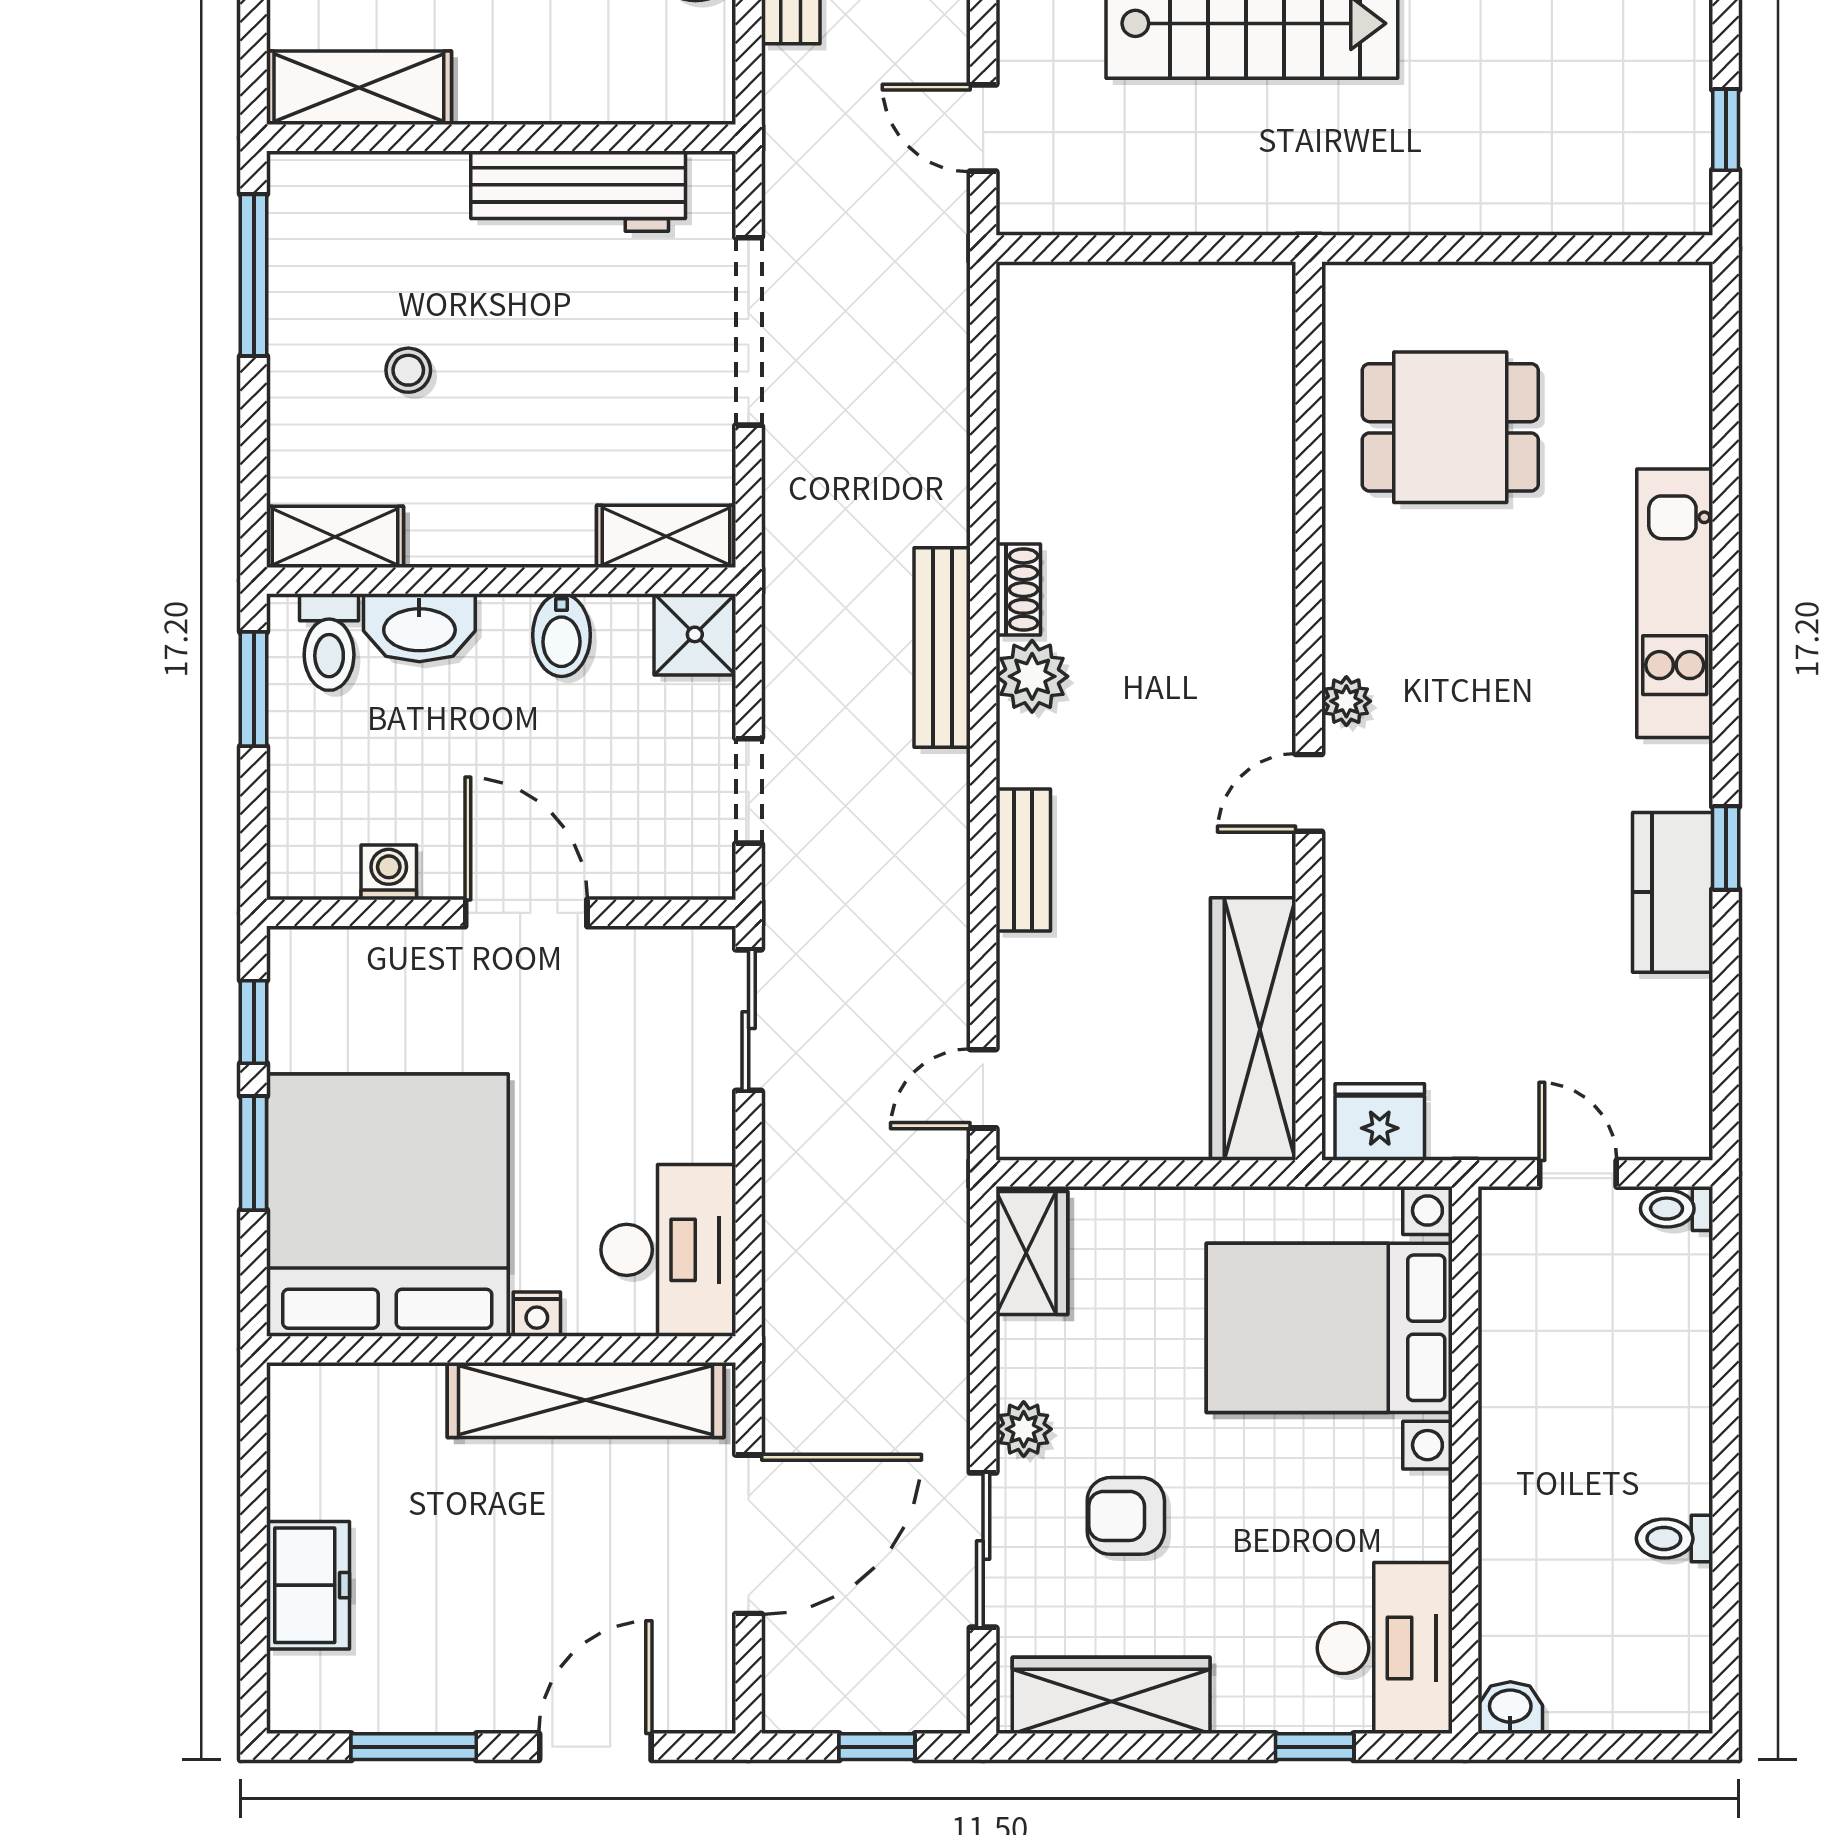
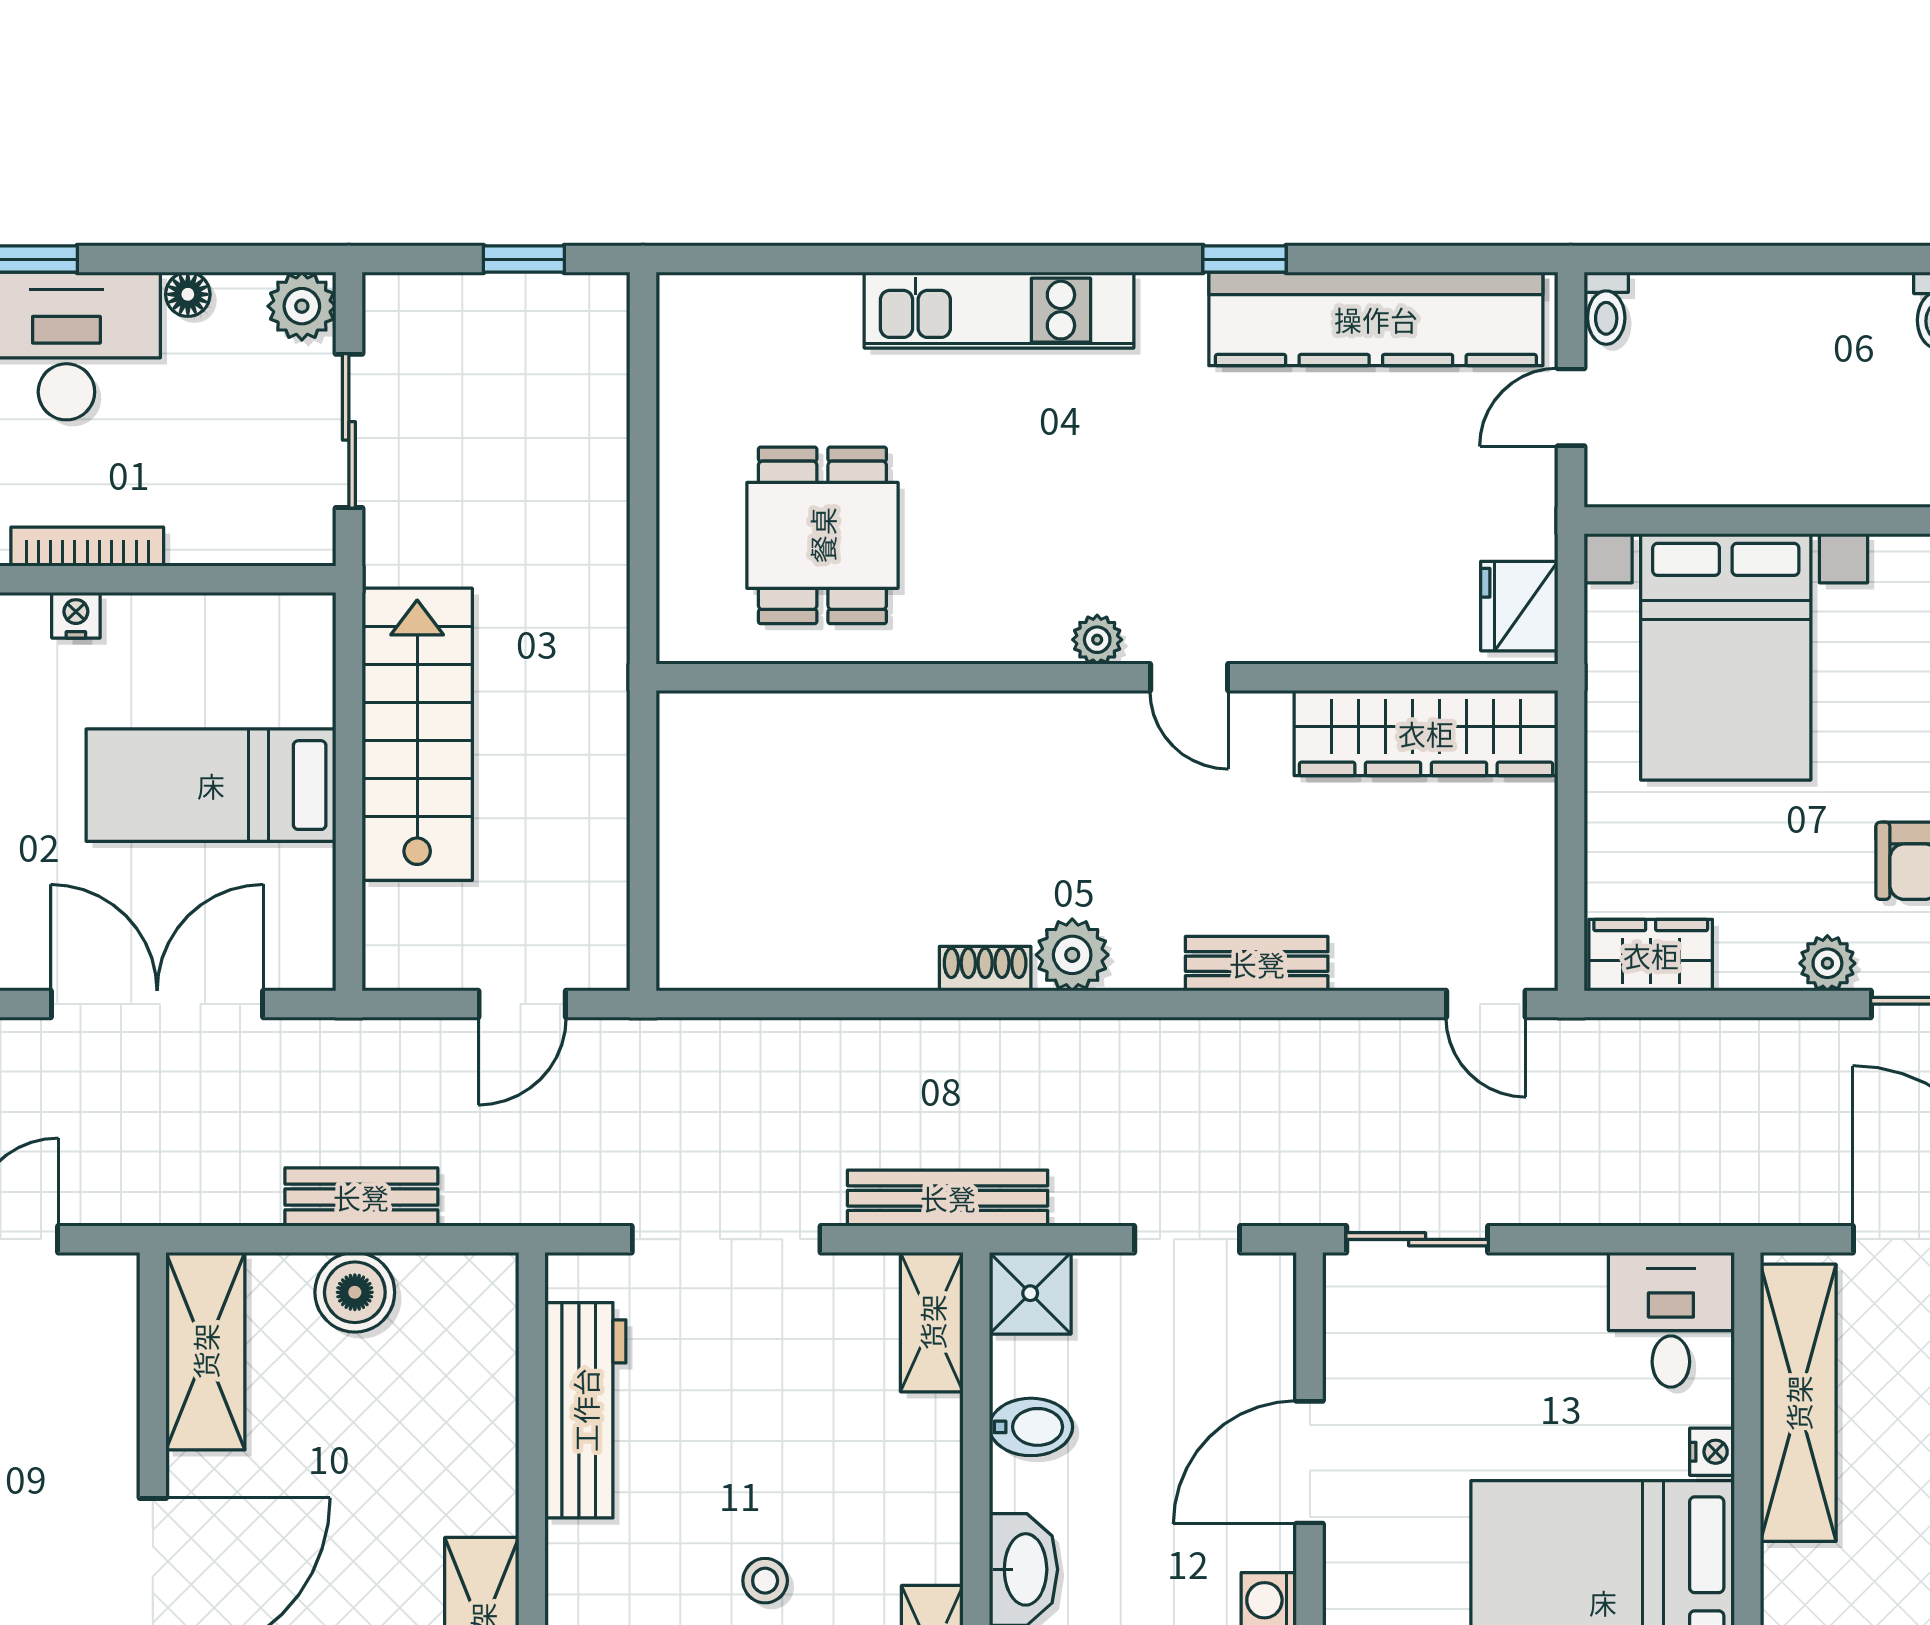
bench: (942, 648) -> (948, 1198), moved
kitchen counter: (1673, 892) -> (1376, 319), width x2.08, depth x1.17
desk: (668, 1250) -> (1671, 1320), width x0.73

